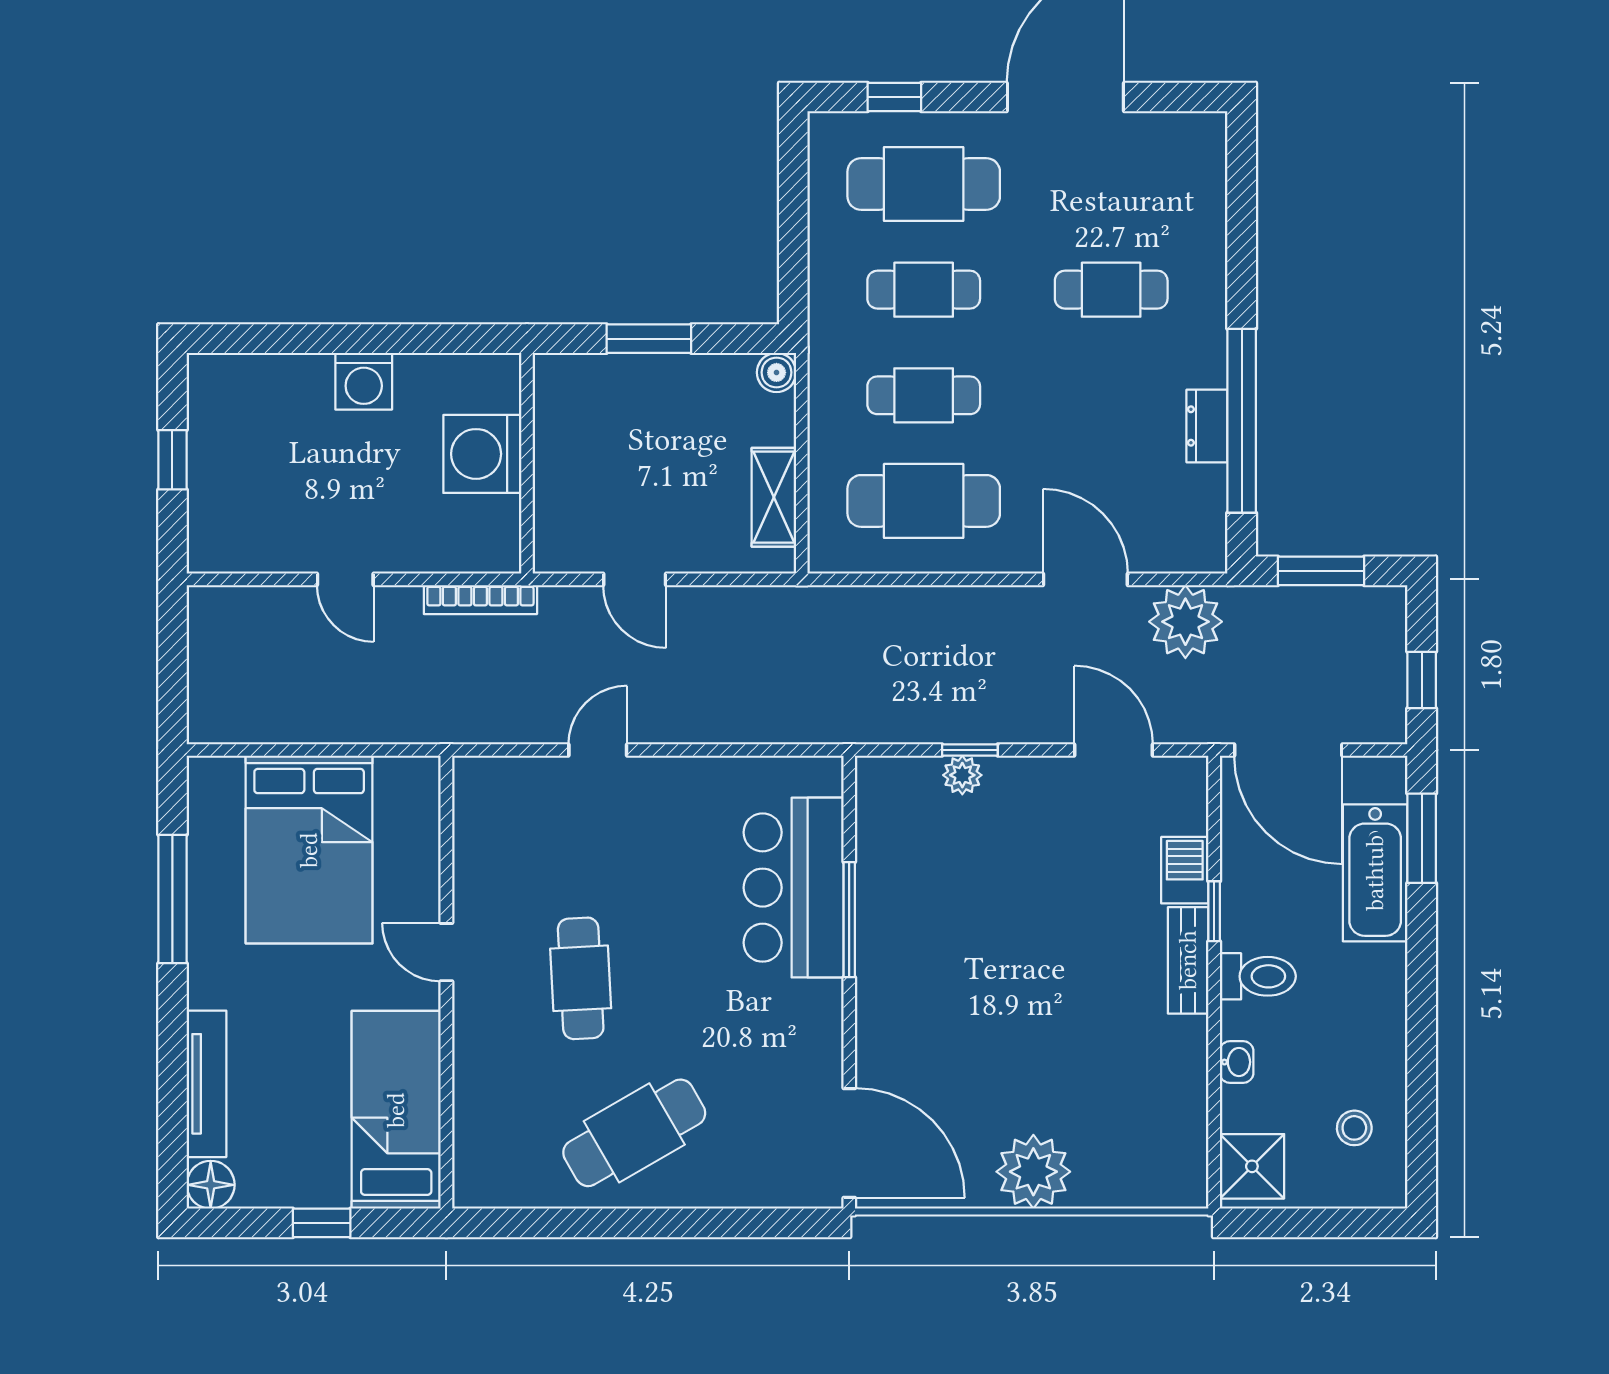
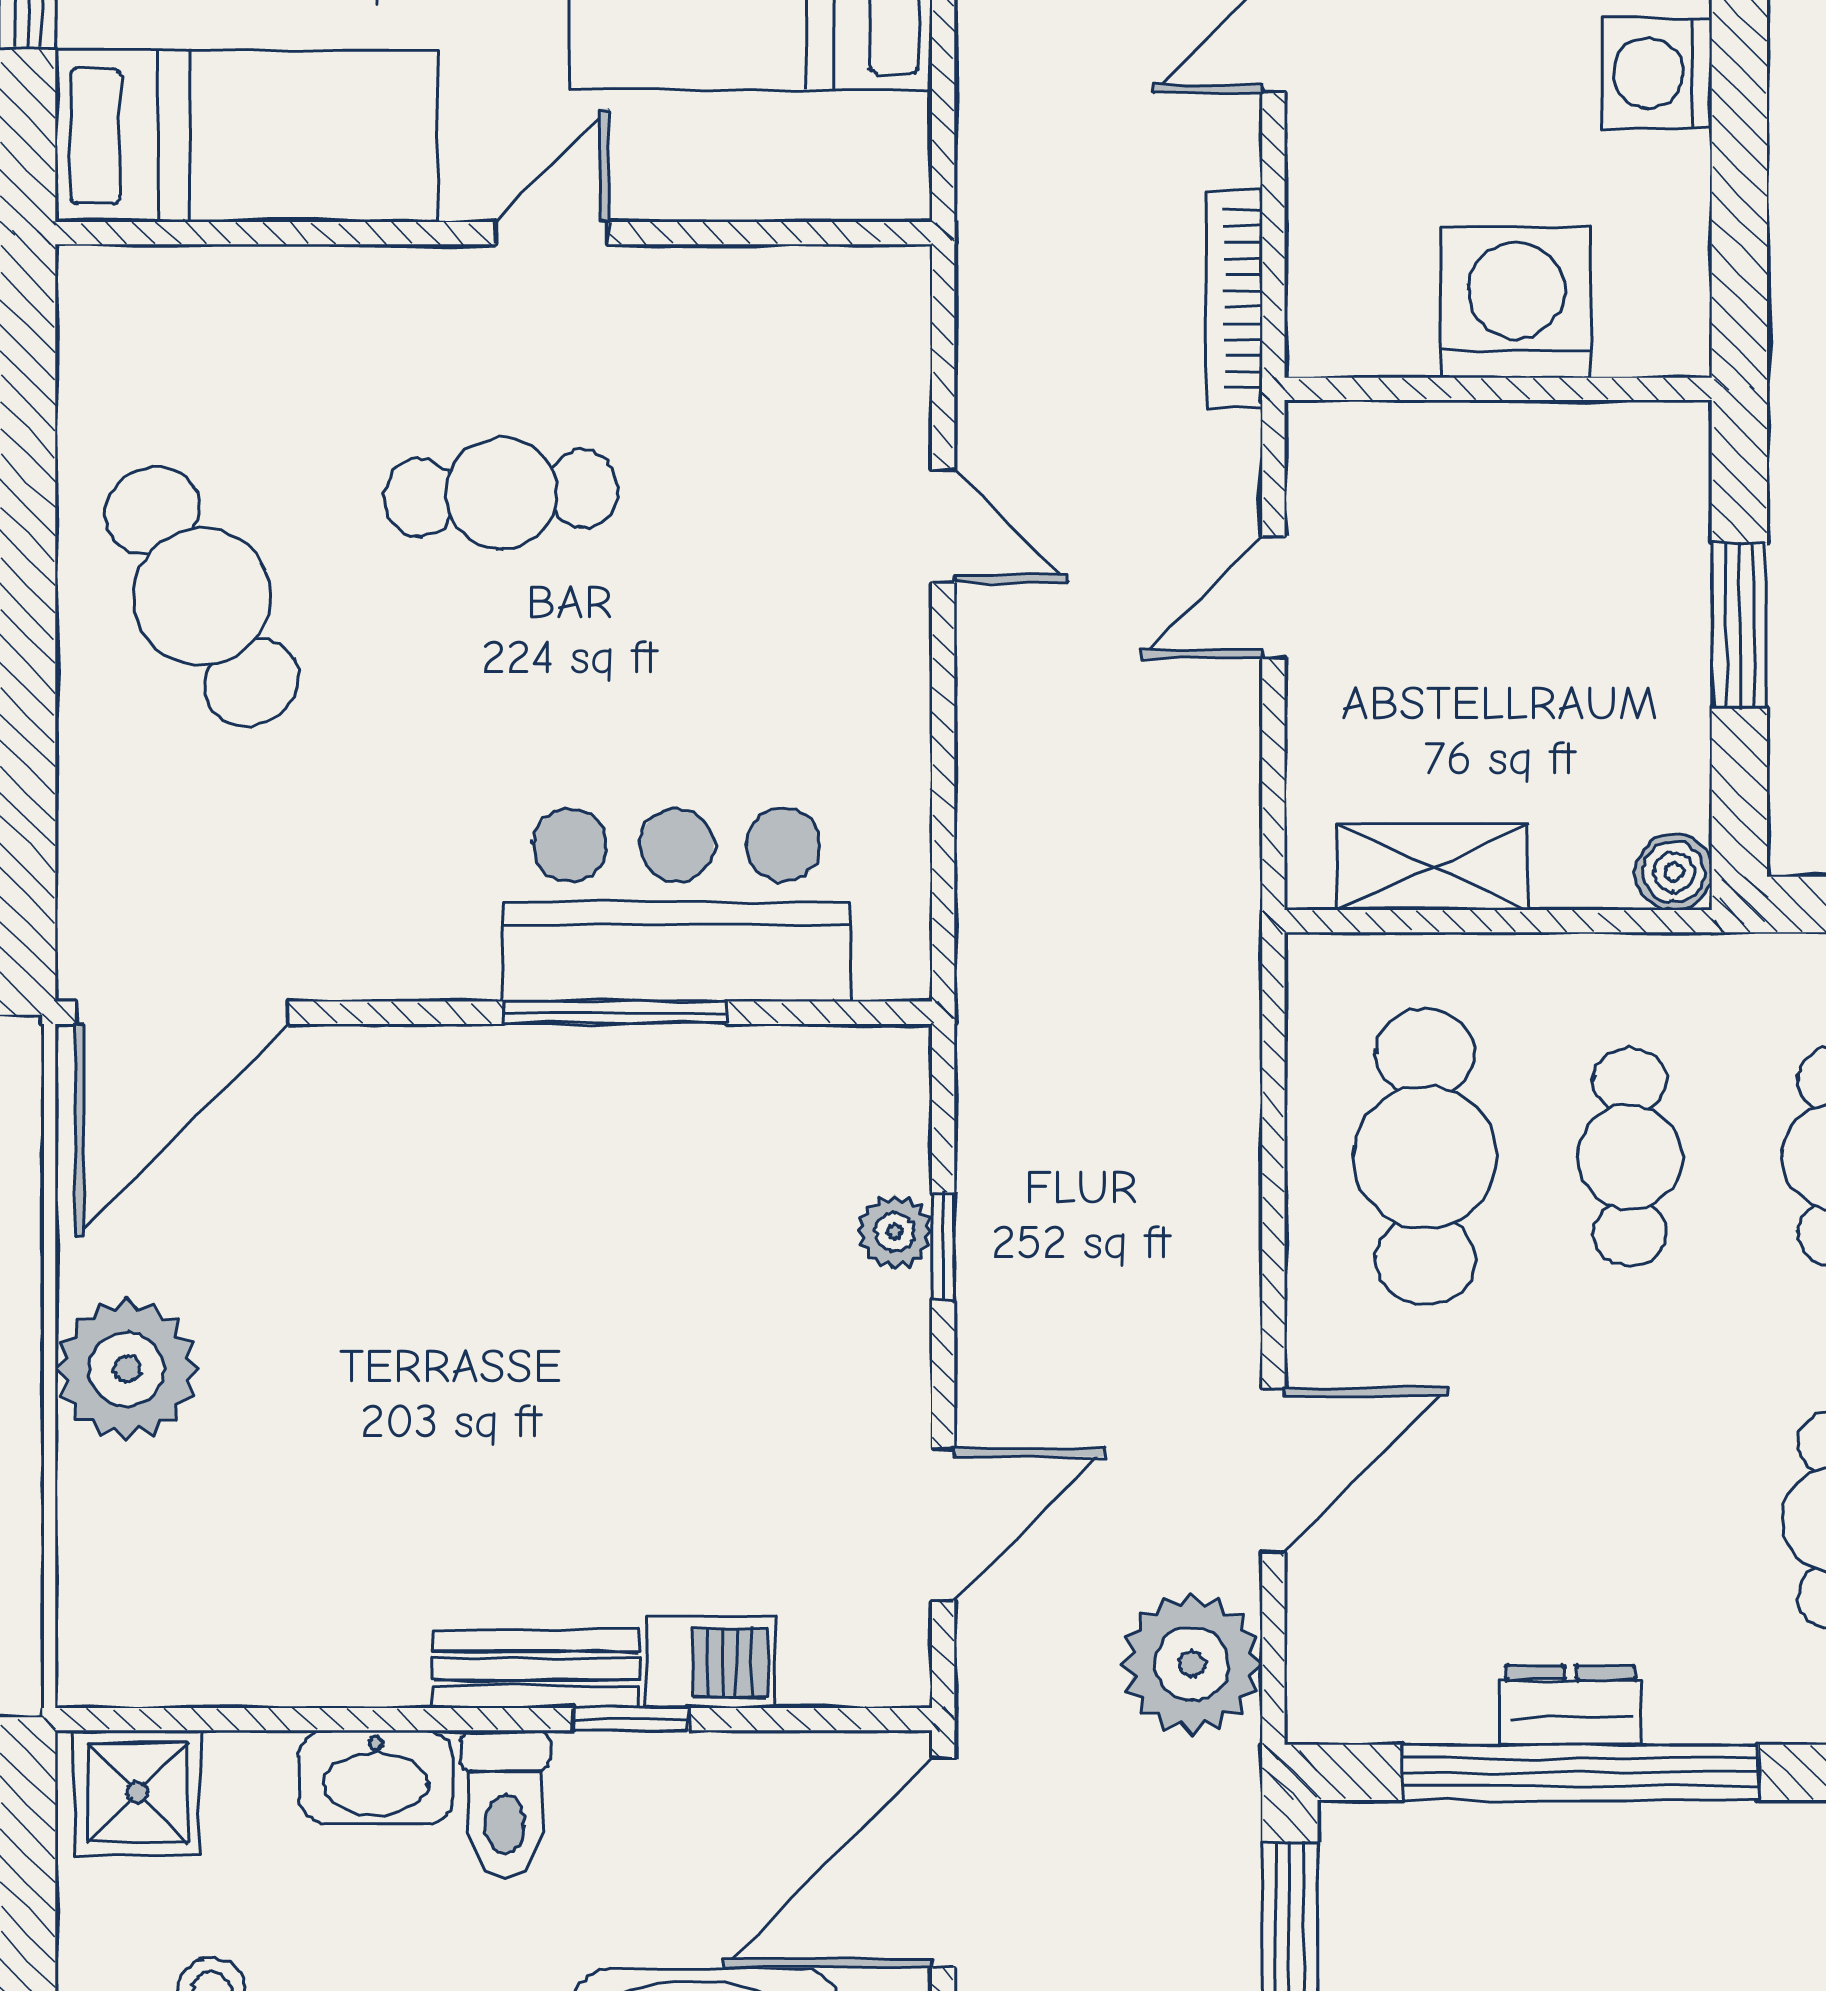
washbasin: (1237, 1062) -> (376, 1777), width x1.91, depth x1.45

